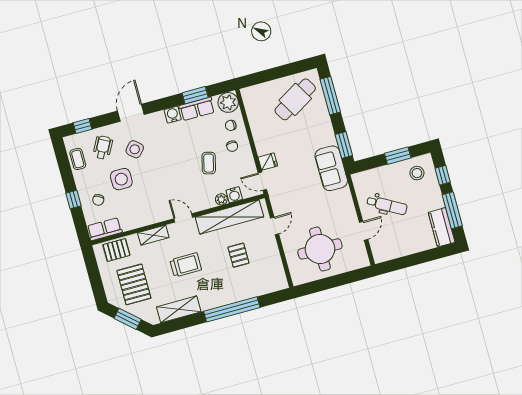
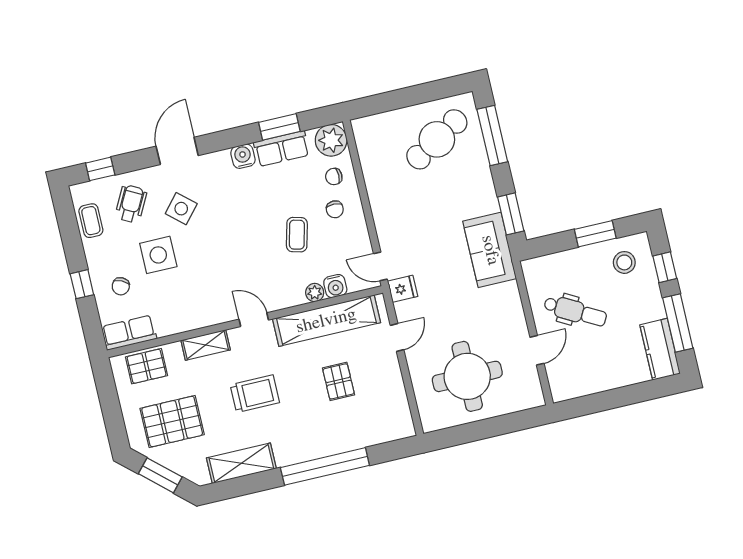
fridge: (268, 162) -> (403, 289), moved
pallet: (134, 284) -> (172, 422), turned 90

